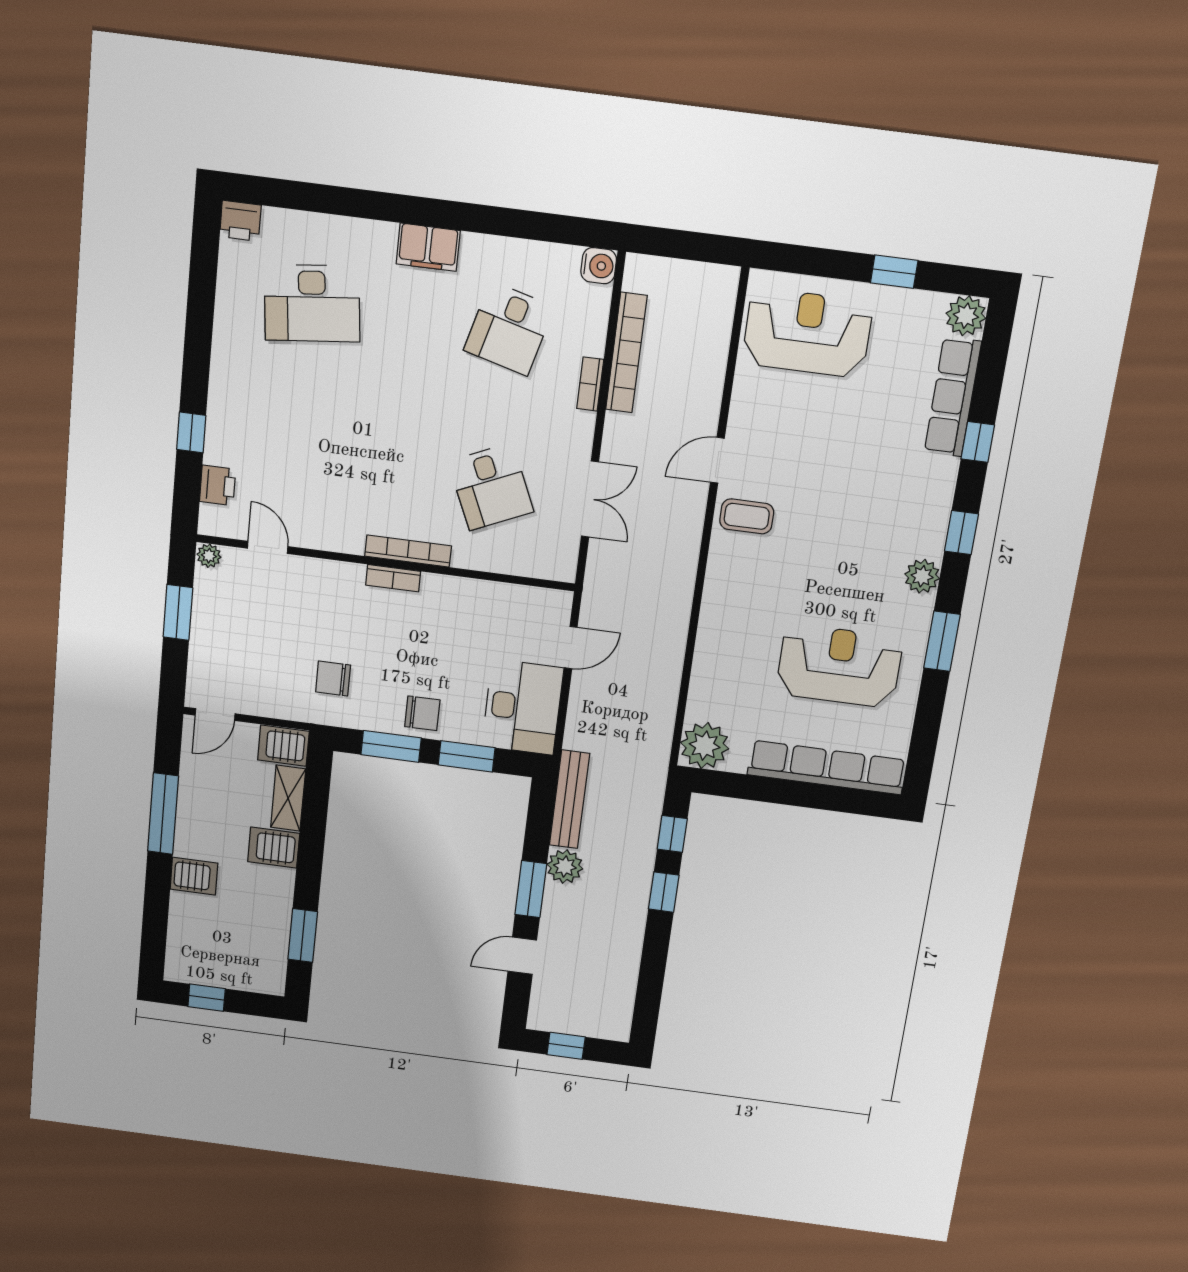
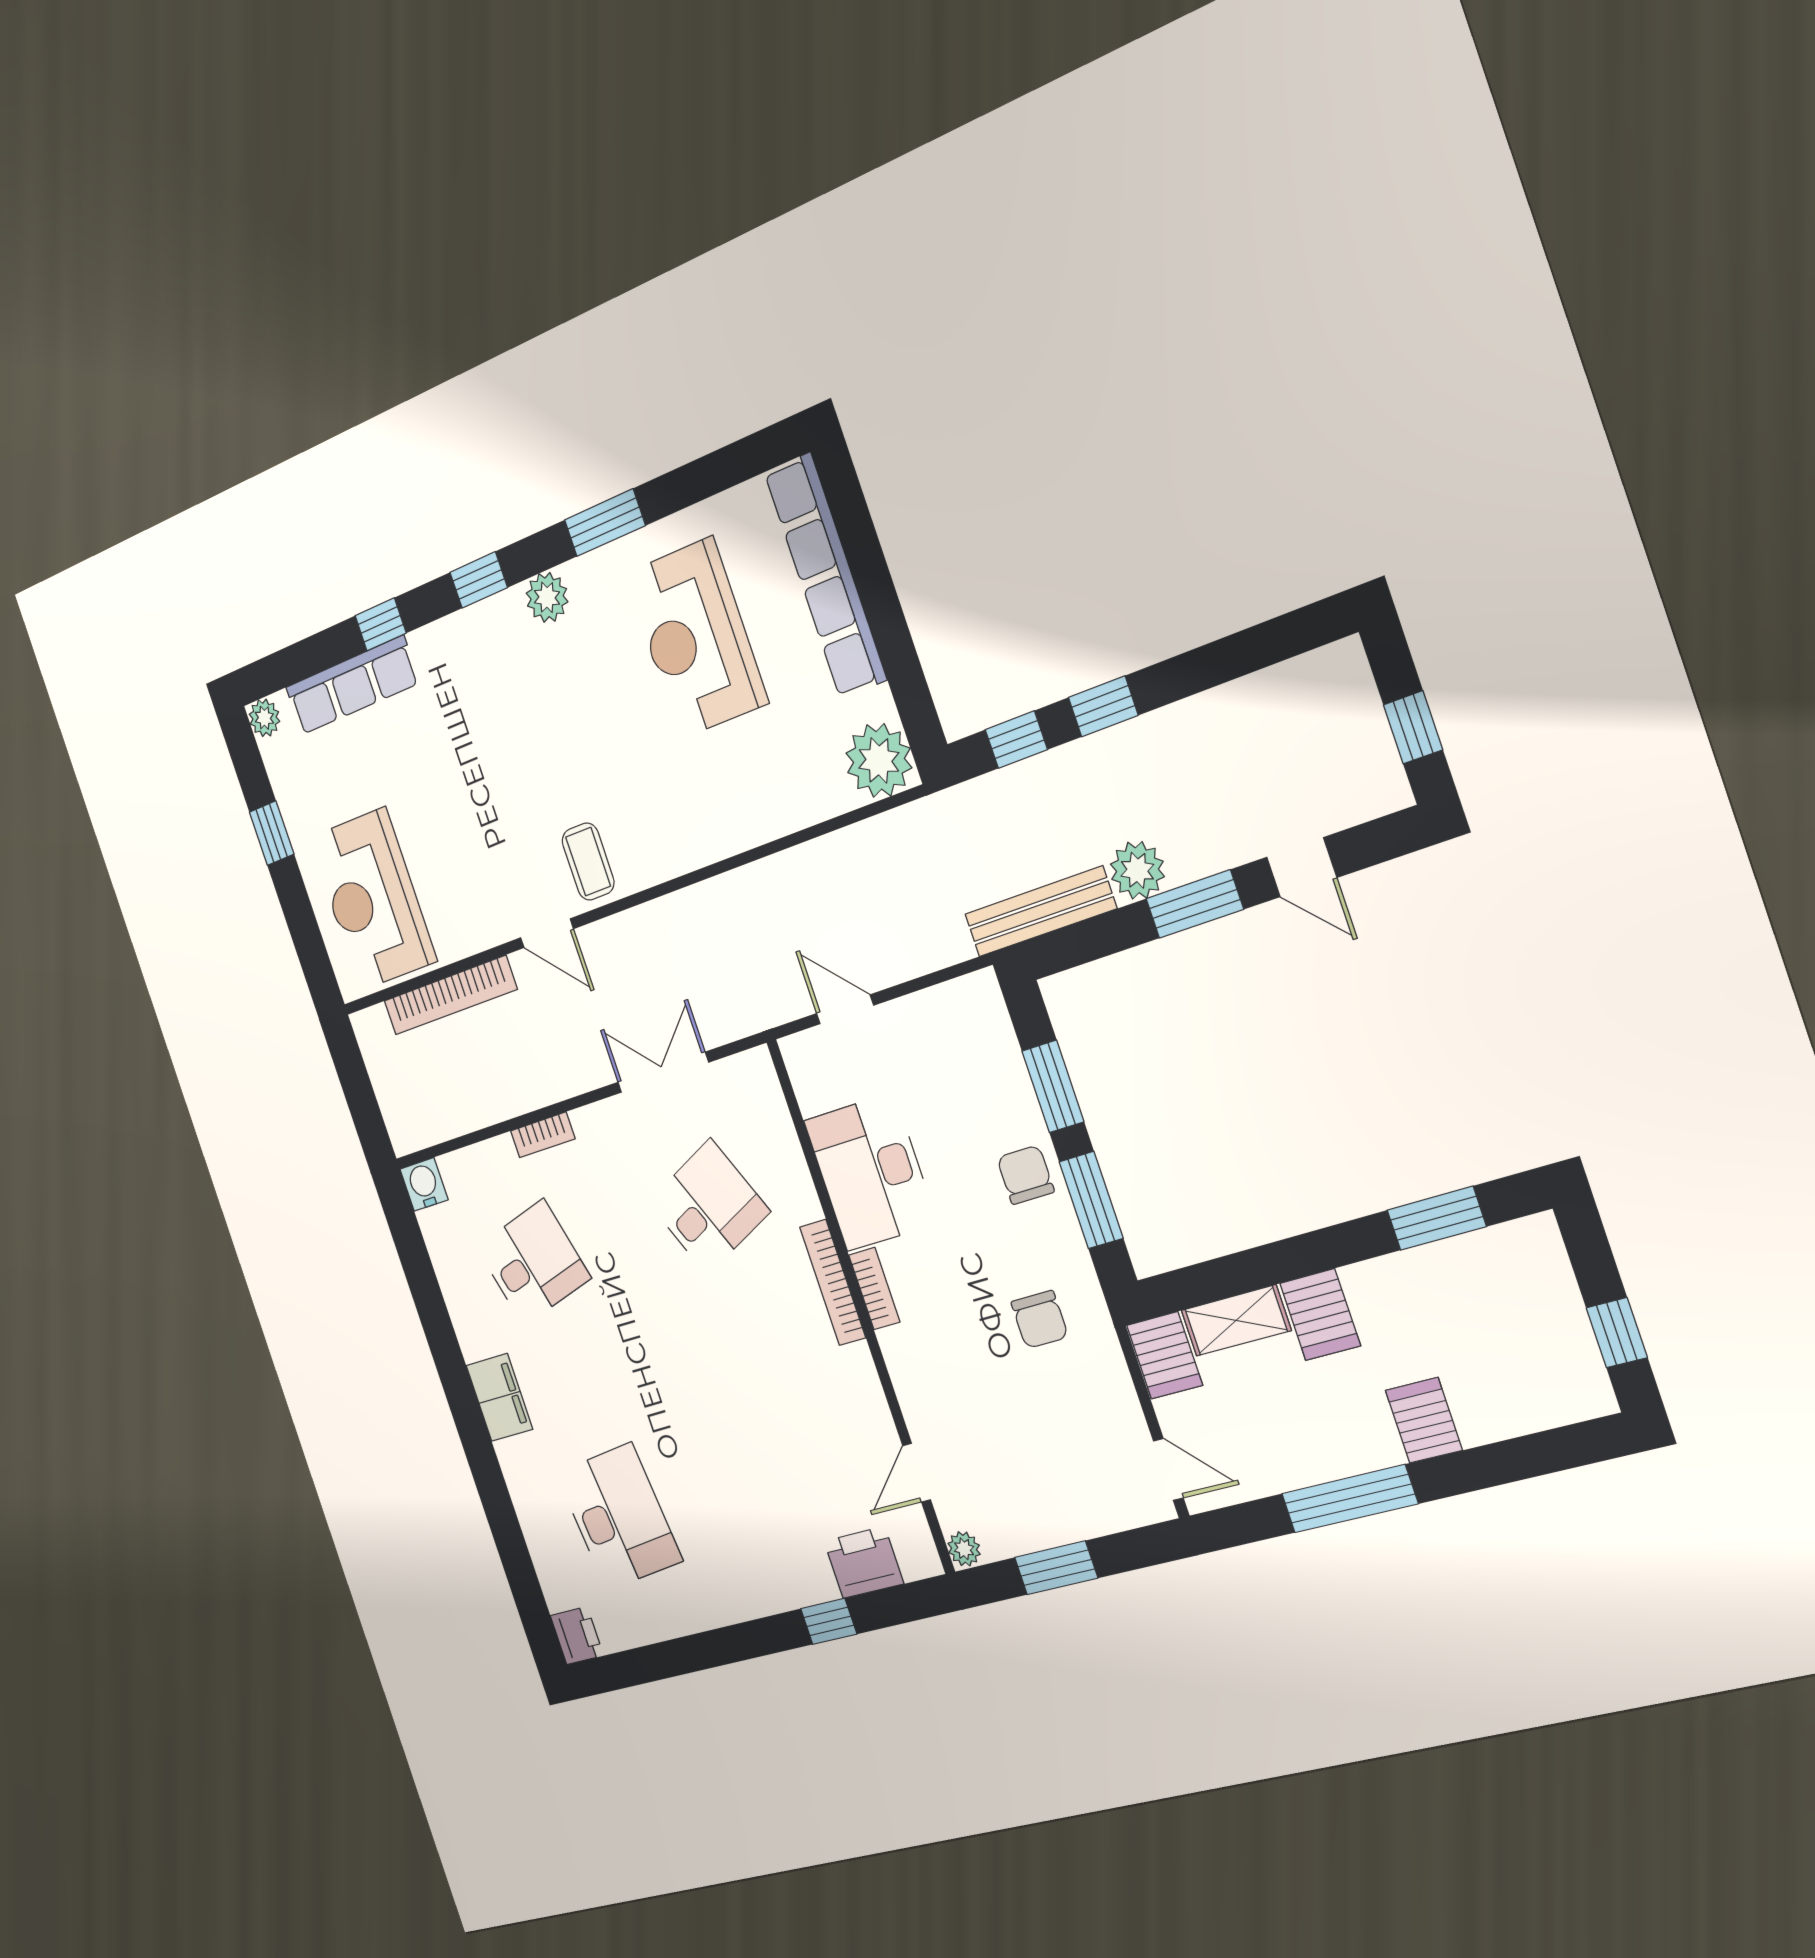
plant: (966, 316) -> (264, 718), width x0.73, depth x0.73
desk: (509, 329) -> (533, 1263), turned -30
bookcase: (626, 353) -> (450, 995), moved, turned 180
printer: (218, 485) -> (864, 1562), width x1.36, depth x1.24
desk: (523, 707) -> (870, 1172), moved, turned -90

